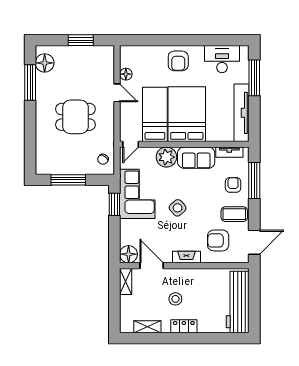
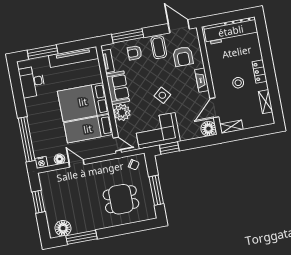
window: (156, 40) -> (27, 139), added
nightstand: (126, 52) -> (41, 162), added
armchair: (178, 61) -> (40, 118), removed
door: (117, 93) -> (77, 163), hinge flipped
dining table: (75, 117) -> (121, 199), moved, turned 90

